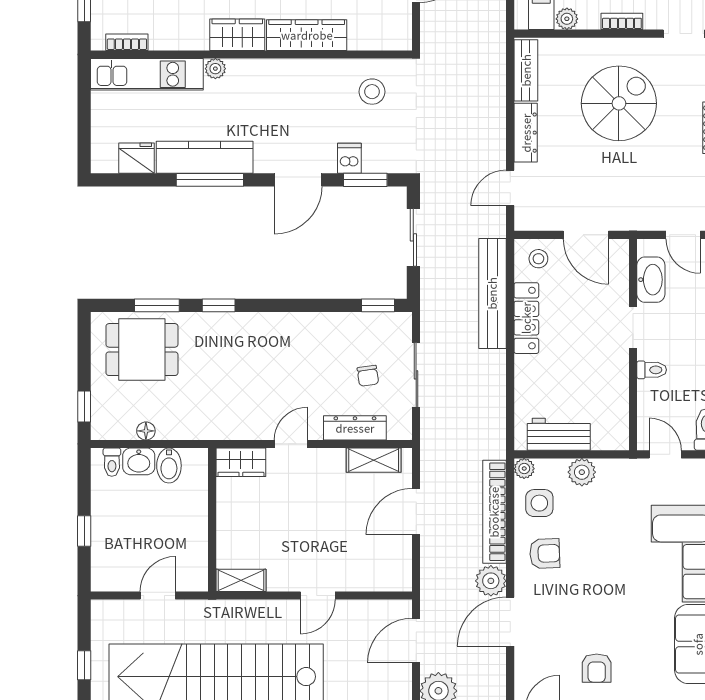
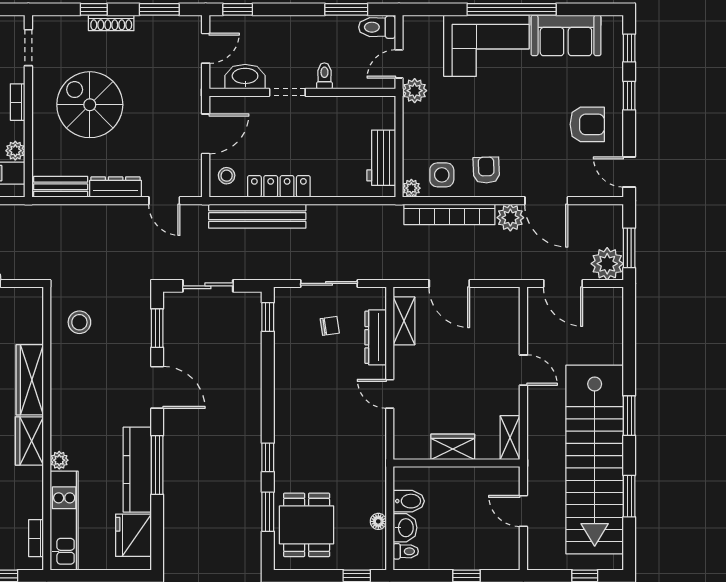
fridge: (137, 158) -> (134, 535), width x1.36, depth x1.34
dishwasher: (349, 158) -> (138, 342), removed
wardrobe: (241, 462) -> (453, 447), moved, turned -90
plant: (582, 472) -> (415, 91), moved
armchair: (597, 668) -> (587, 124), width x1.38, depth x1.38

